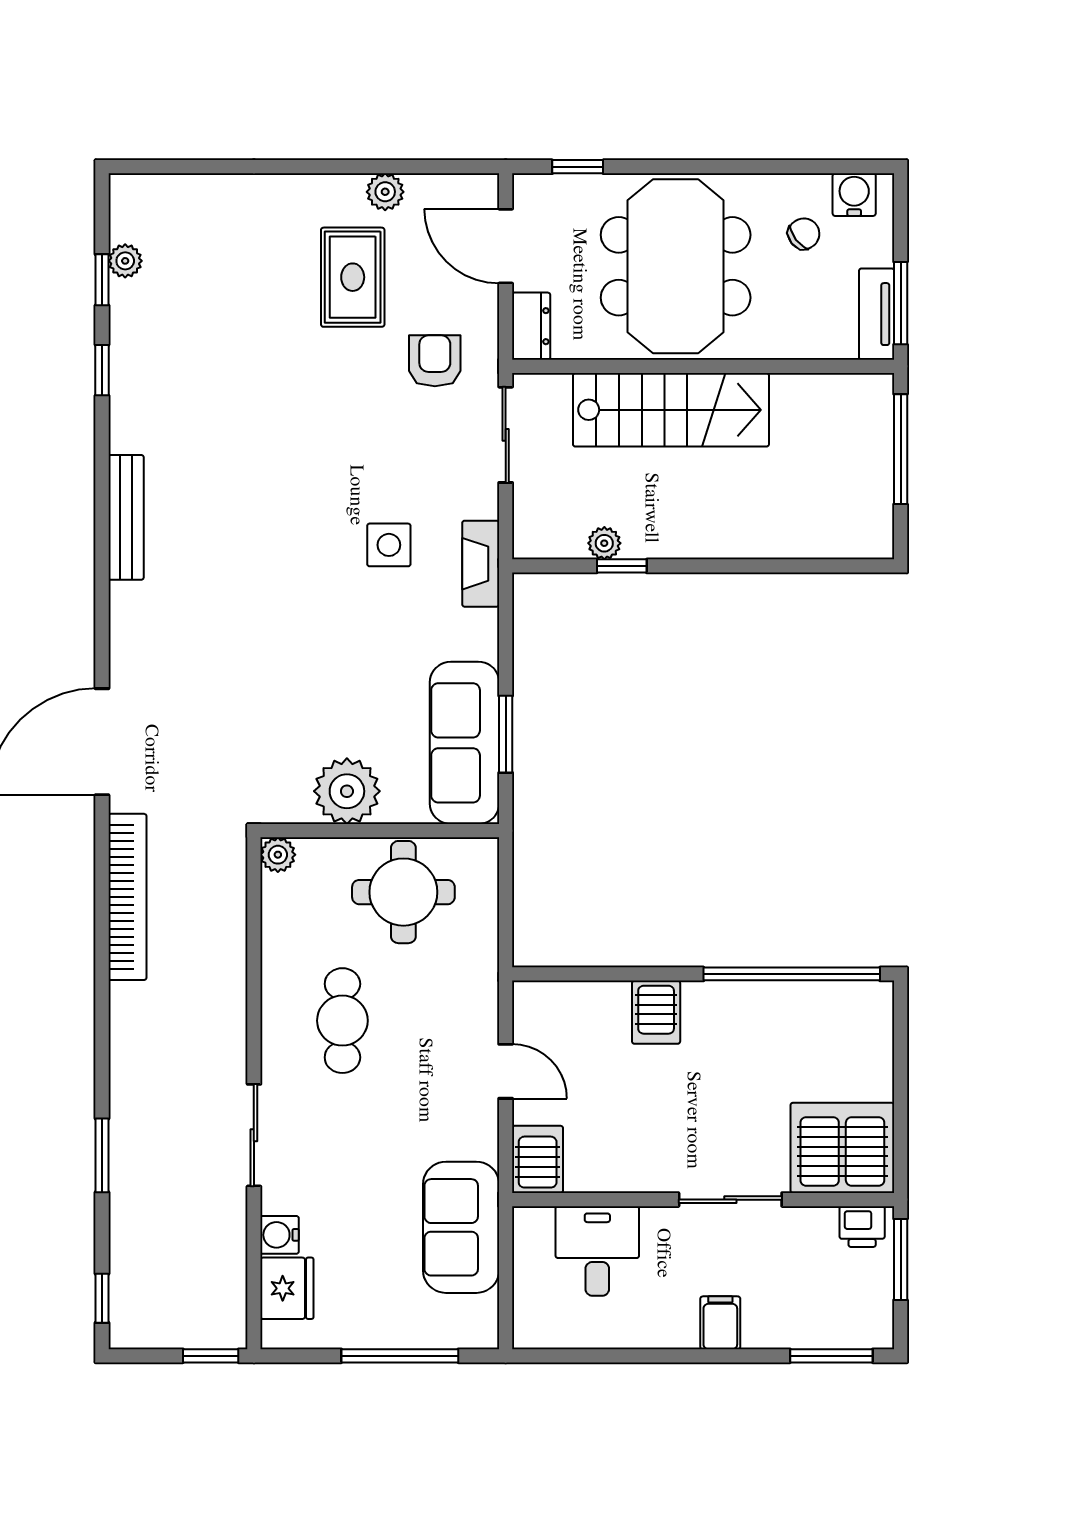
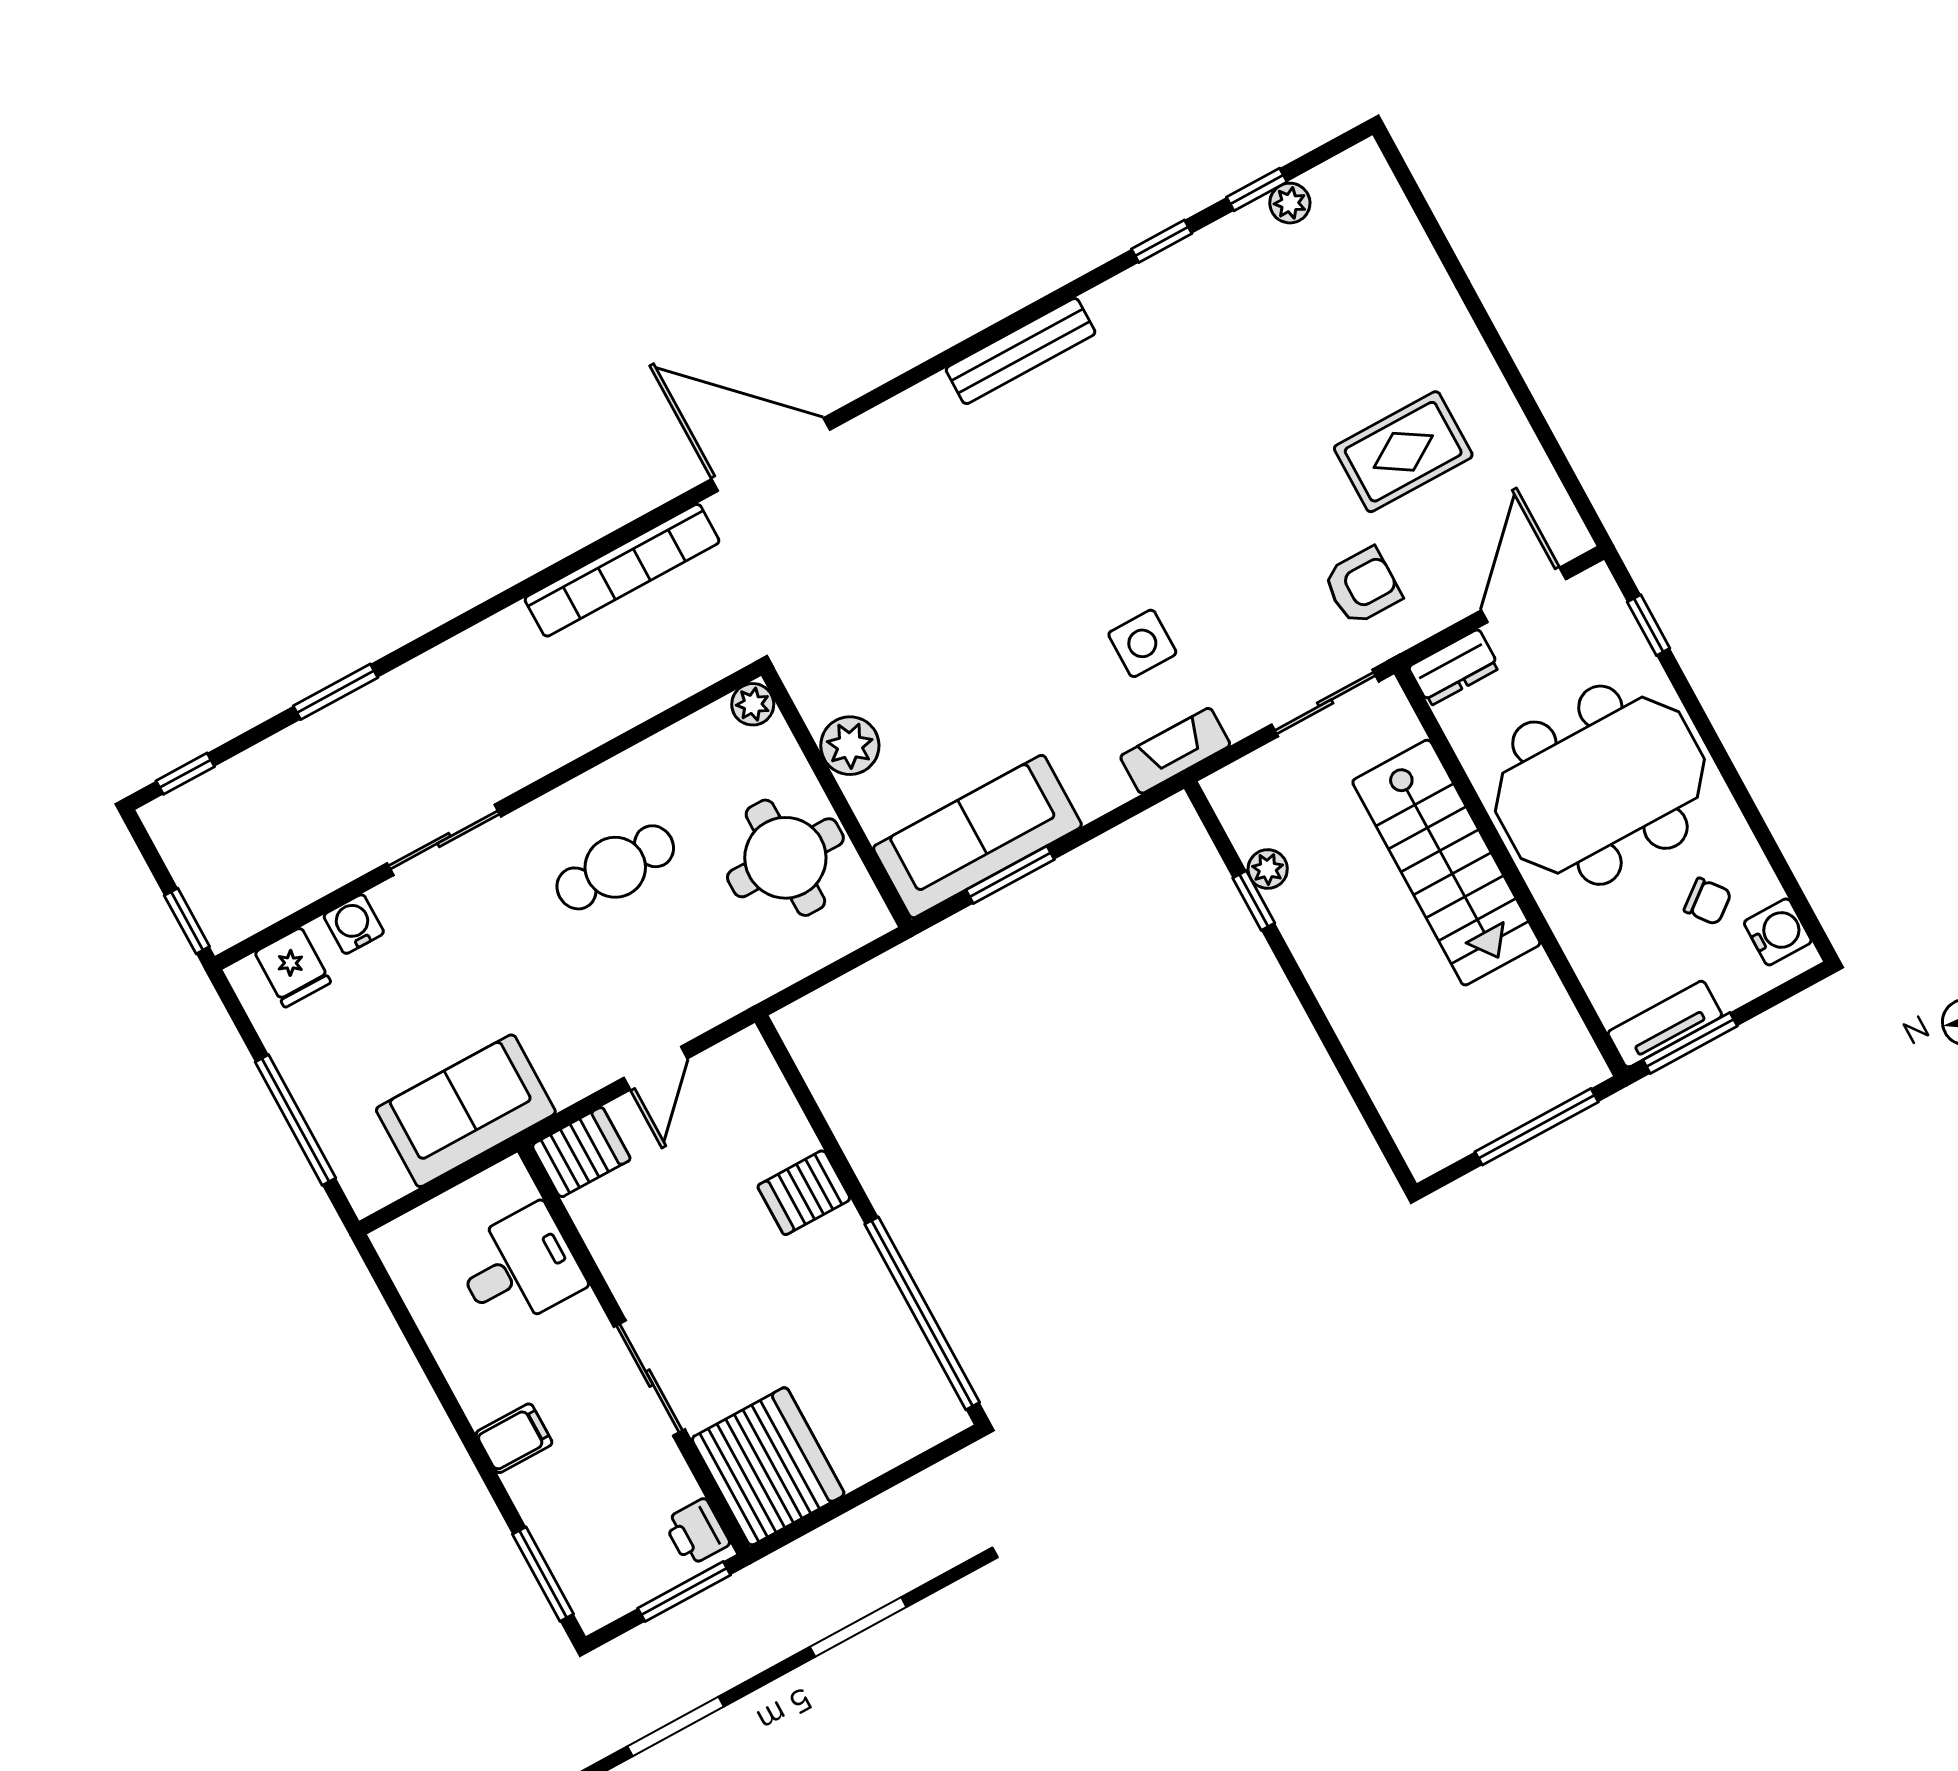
plant: (385, 192) -> (1512, 437), removed
plant: (347, 791) -> (850, 746), width x0.73, depth x0.73
fridge: (287, 1288) -> (293, 967), width x0.72

